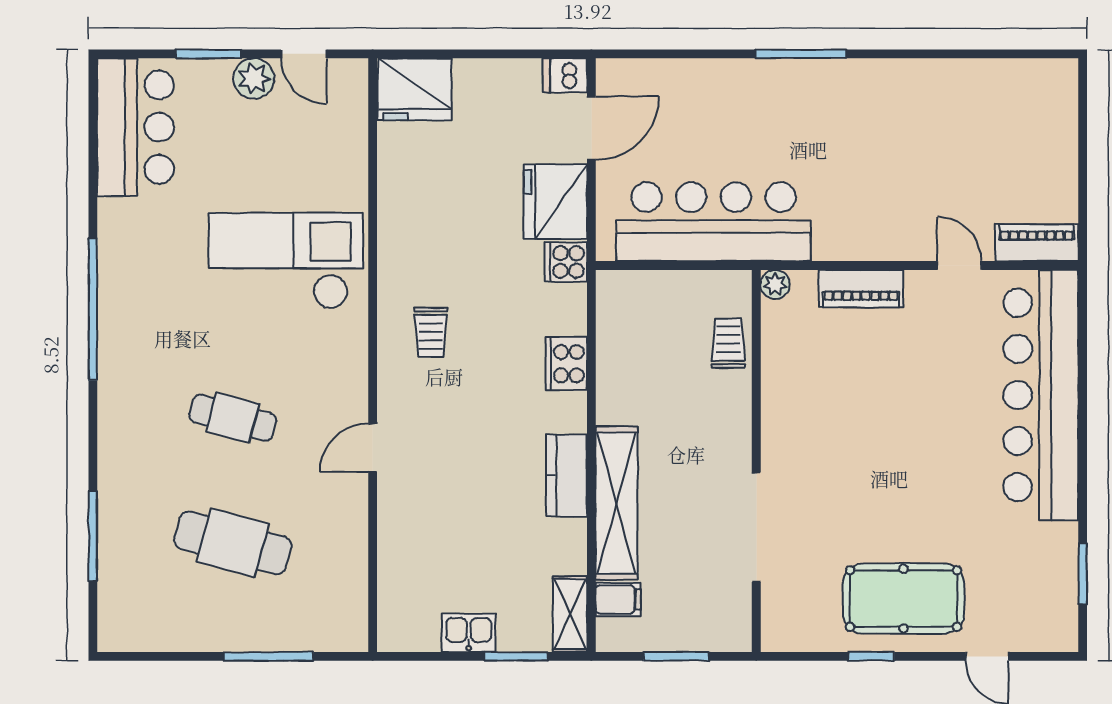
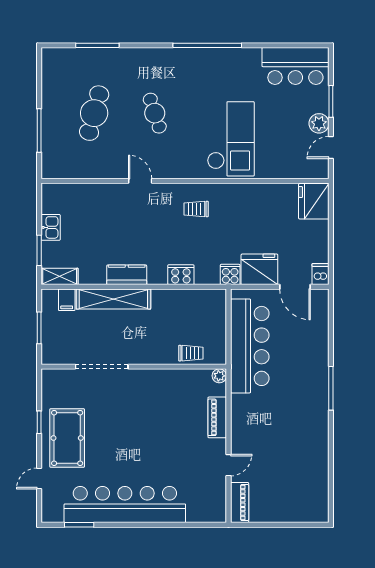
bar counter: (1041, 395) -> (125, 504), moved
cafe table: (233, 418) -> (155, 113), turned -33

